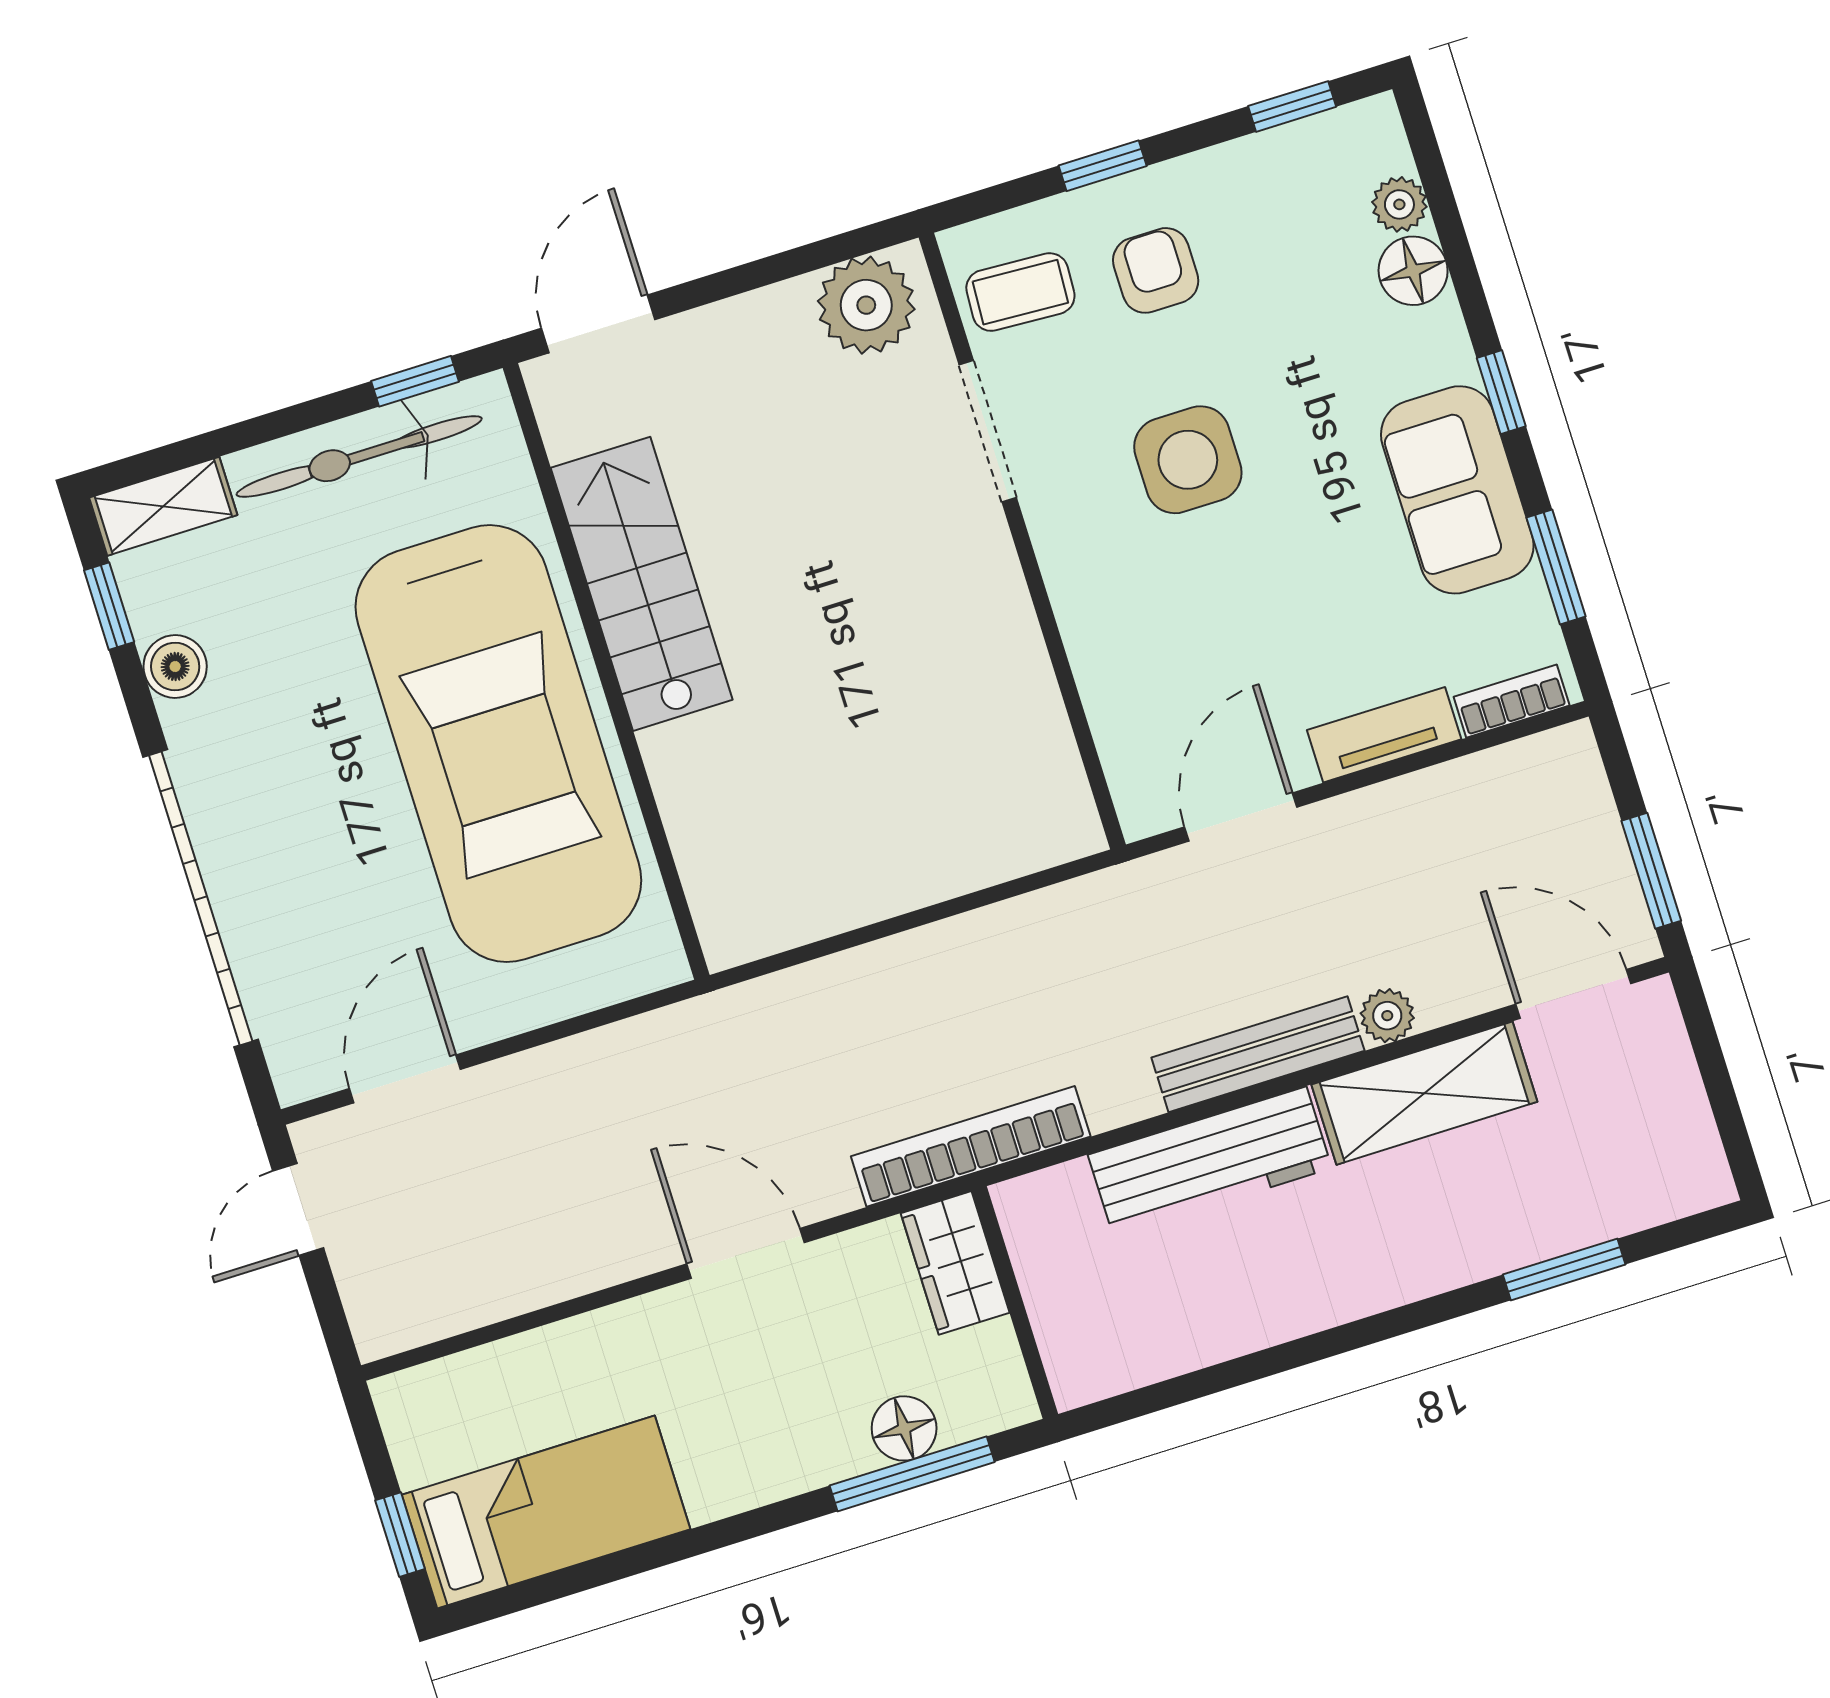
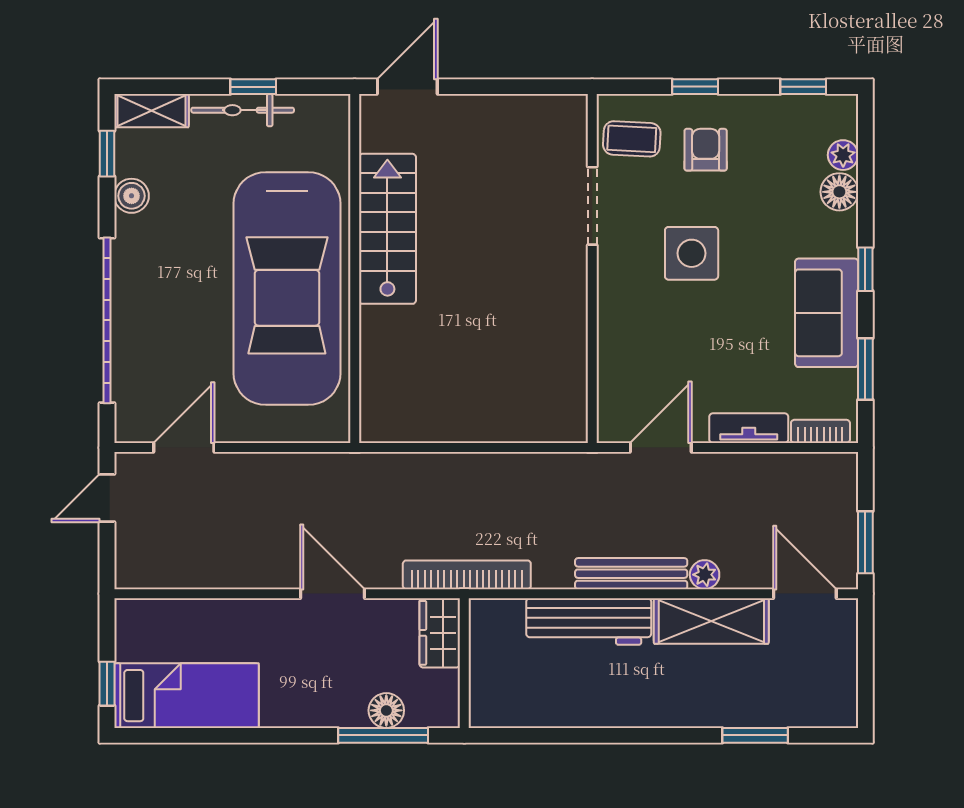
plant: (866, 305) -> (550, 121), removed
window: (415, 381) -> (253, 87), moved
bicycle: (359, 457) -> (243, 110), width x0.73, depth x0.71

